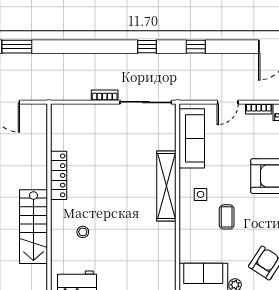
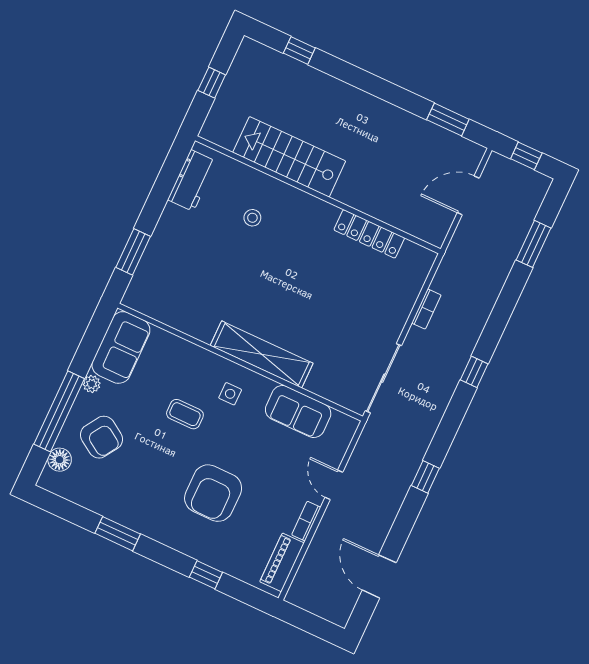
window: (147, 47) -> (474, 372), moved
bookcase: (105, 95) -> (426, 309), moved
sofa: (192, 138) -> (298, 412), width x0.73
locker: (59, 175) -> (369, 234), moved

